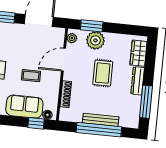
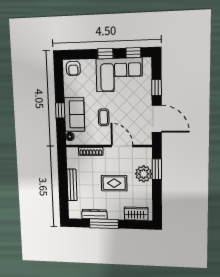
plant: (72, 38) -> (143, 152), removed
dresser: (138, 81) -> (94, 214), moved
window: (146, 102) -> (104, 224), moved
window: (36, 123) -> (60, 110), moved
window: (99, 130) -> (63, 184), removed

